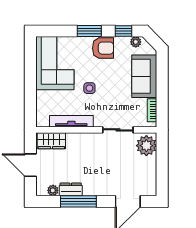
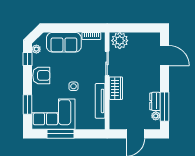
window: (89, 31) -> (28, 105), moved
armchair: (103, 48) -> (41, 75), turned 90
window: (30, 72) -> (61, 134), added
wardrobe: (51, 141) -> (116, 88), moved
window: (78, 201) -> (165, 107), moved

